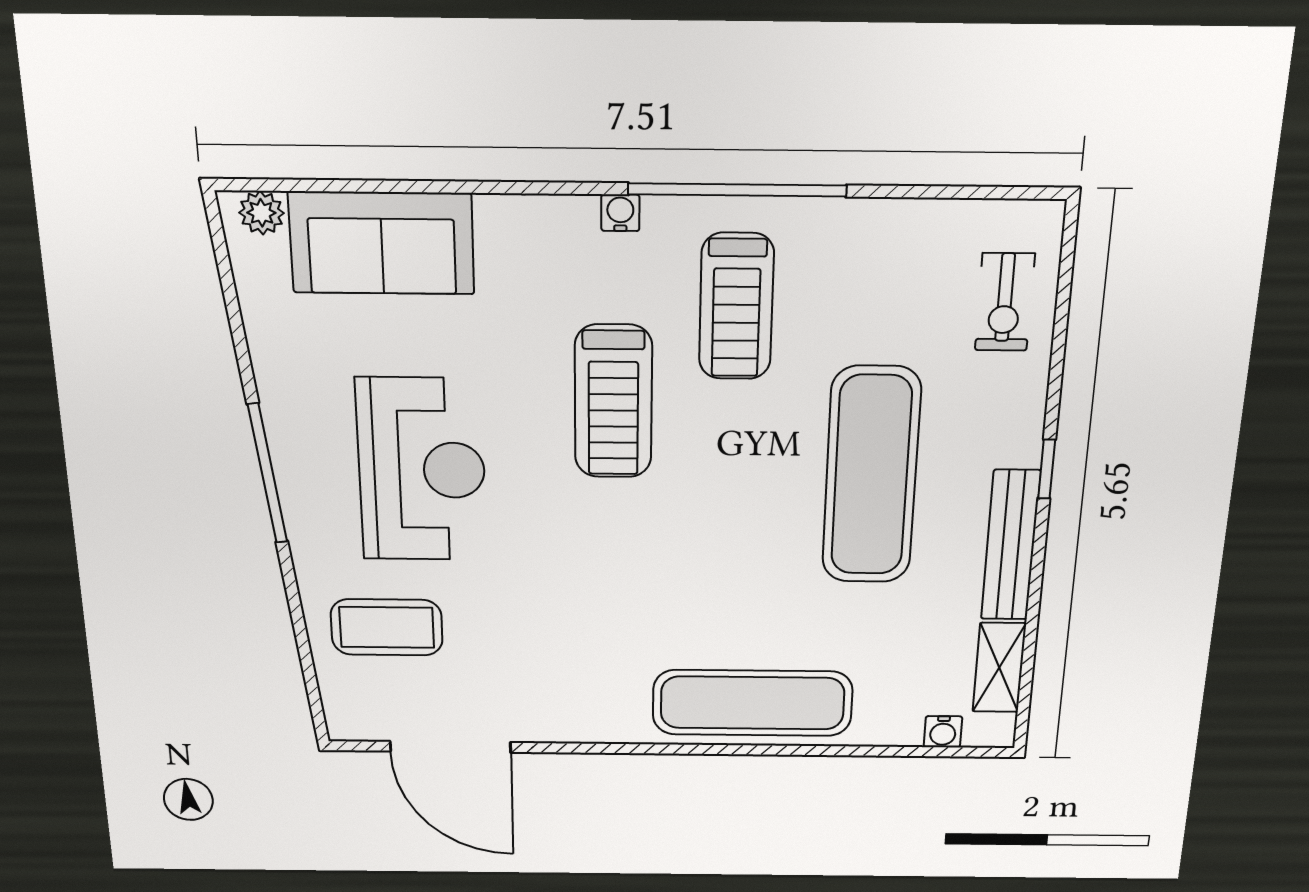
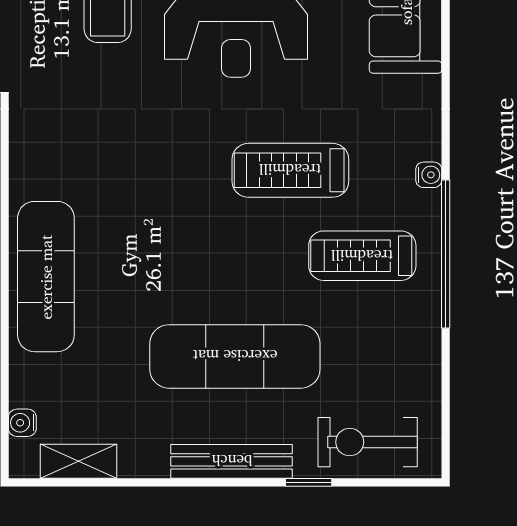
exercise bike: (1005, 302) -> (368, 442), width x1.38, depth x1.39
window: (1047, 469) -> (309, 482), moved
bench: (1011, 545) -> (232, 461), moved

